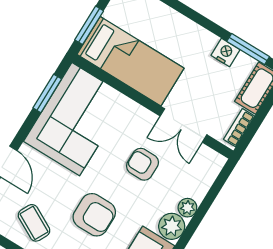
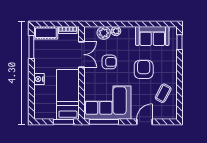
nightstand: (225, 52) -> (39, 79), moved
window: (47, 93) -> (104, 122), width x1.44
armchair: (142, 164) -> (109, 62), turned -90
plant: (172, 226) -> (104, 33), moved

